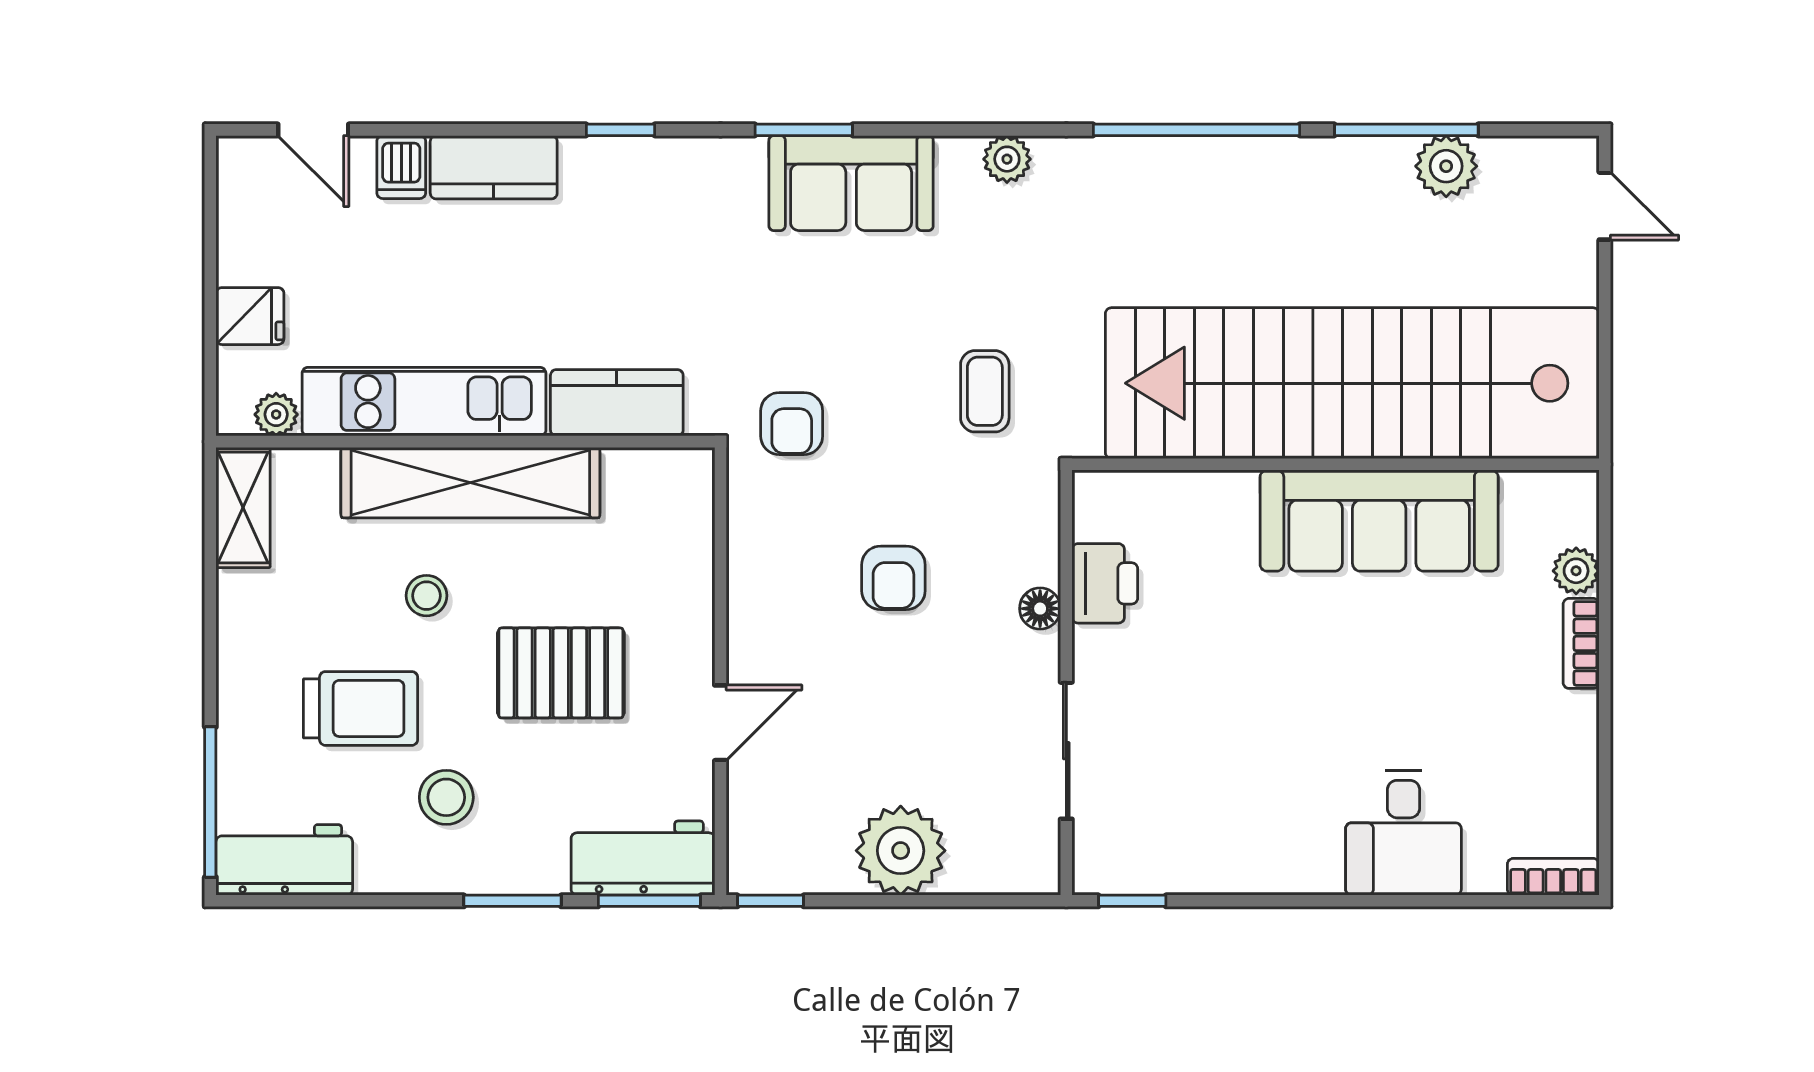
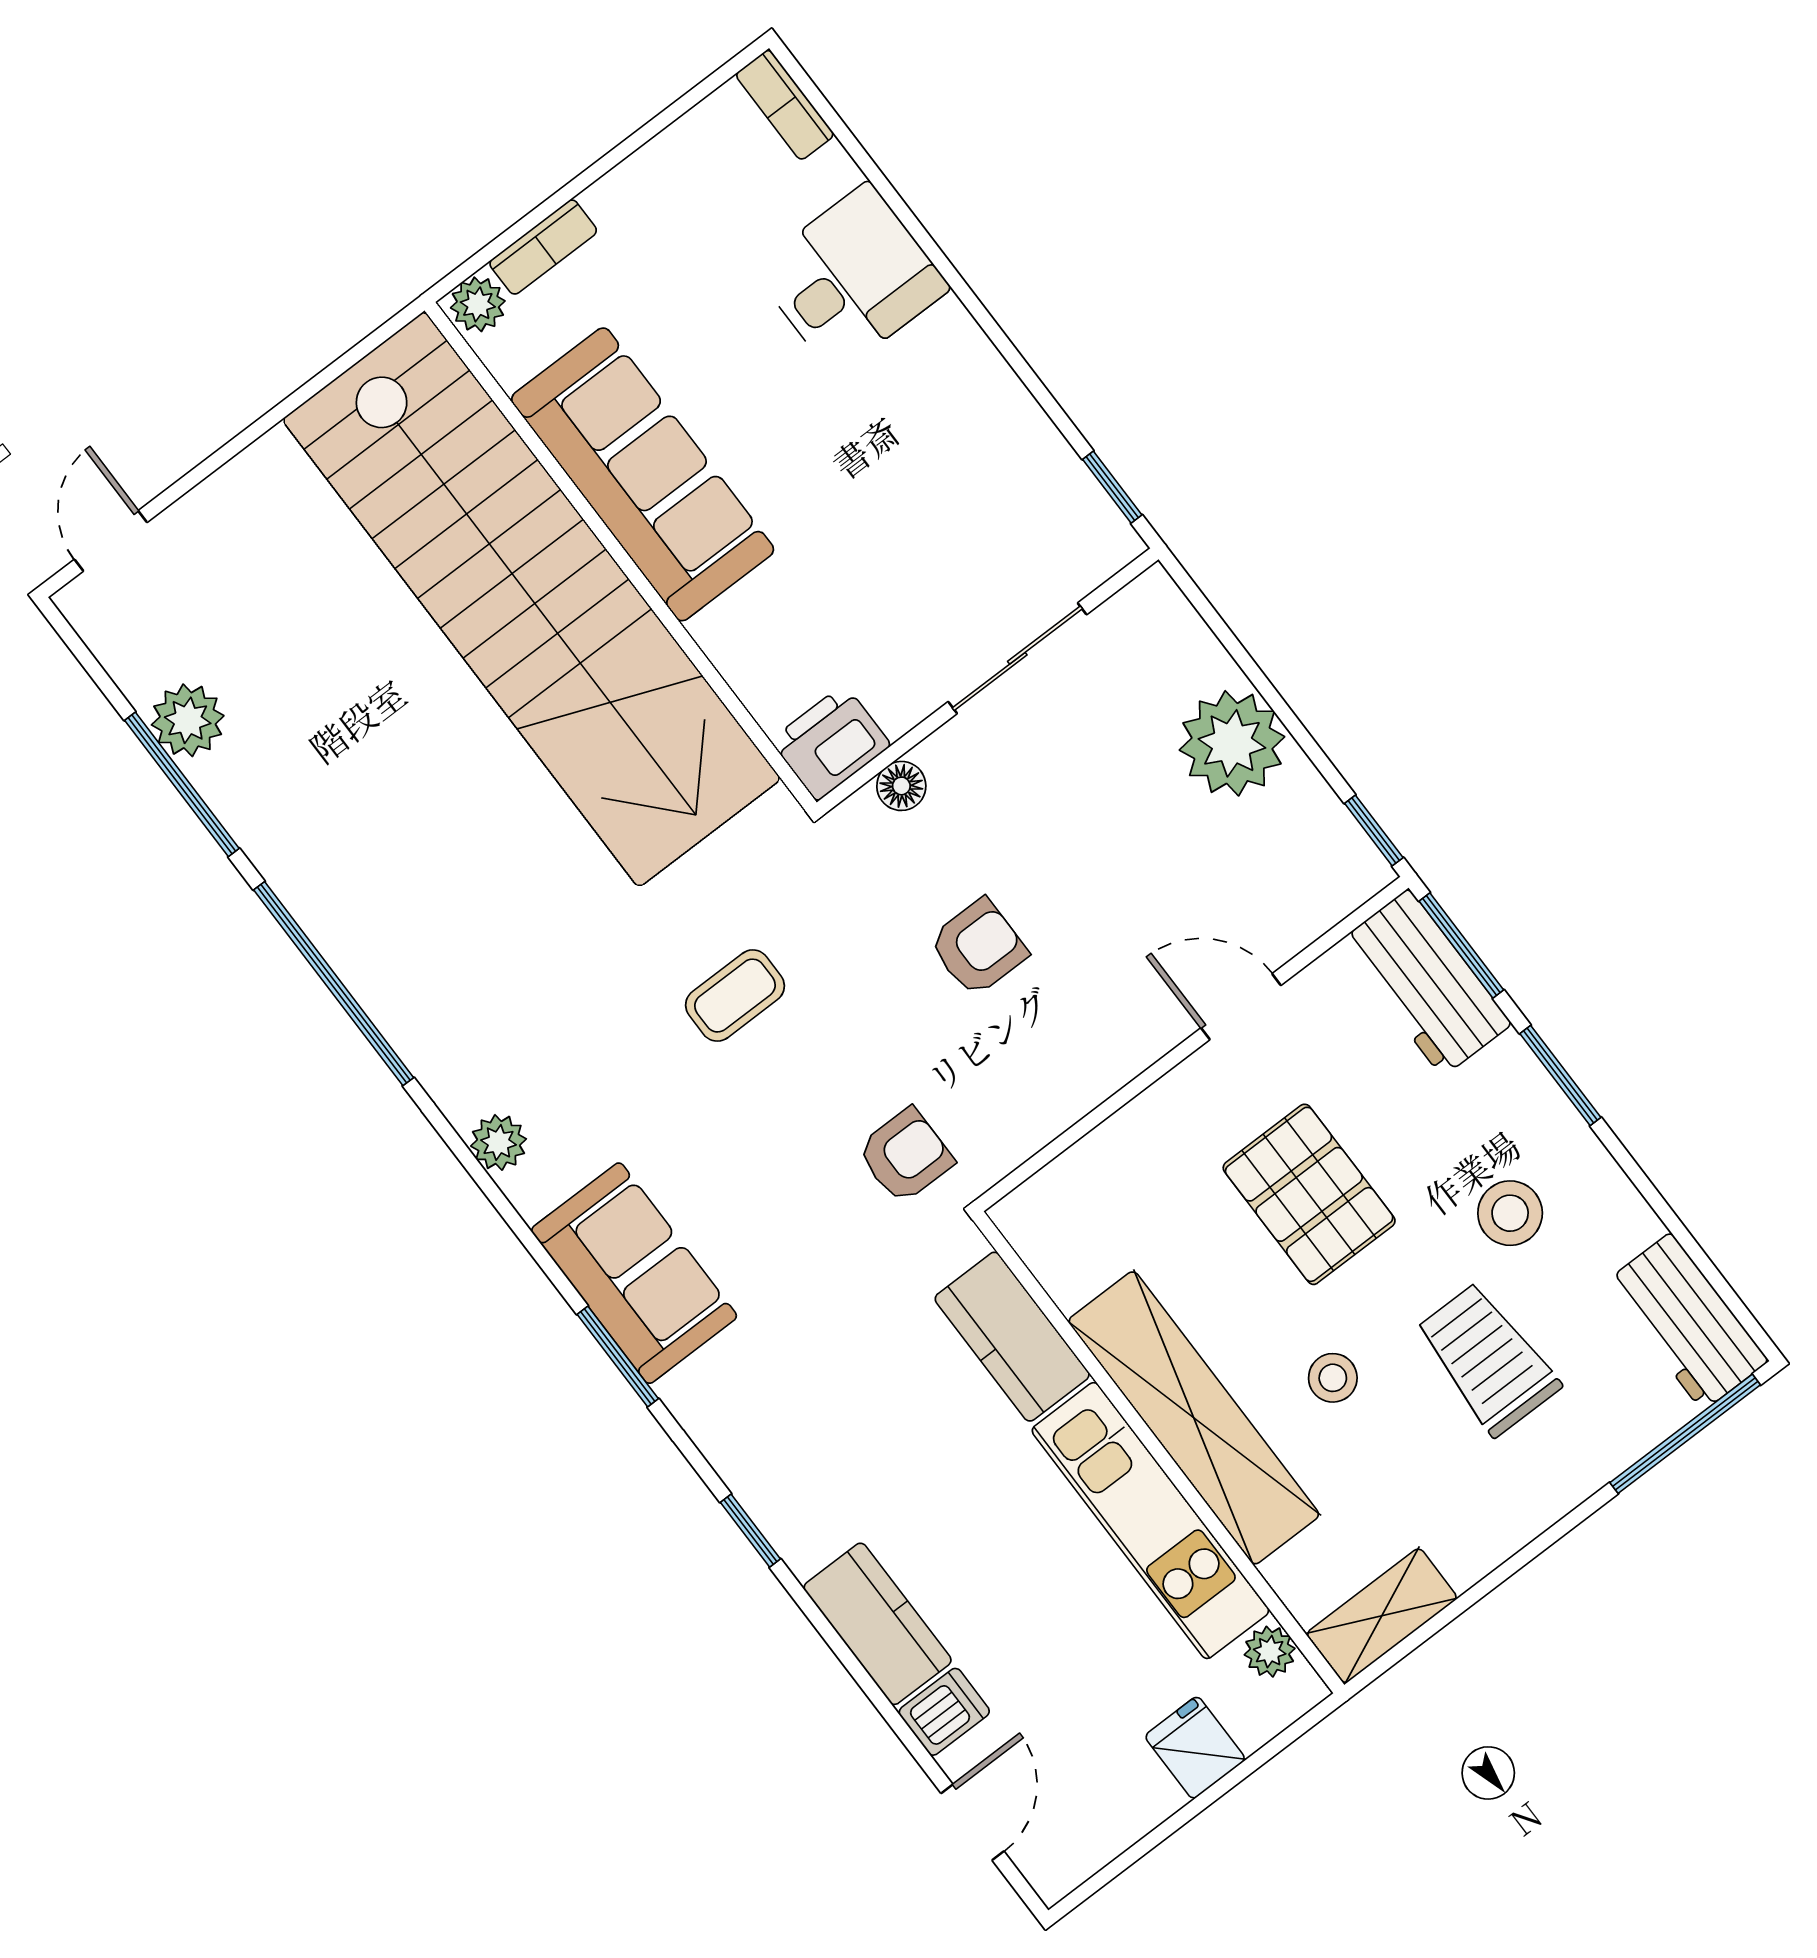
stairs: (1352, 383) -> (532, 599), moved
wall: (1336, 464) -> (621, 556), moved
sofa: (1379, 521) -> (643, 474), moved

